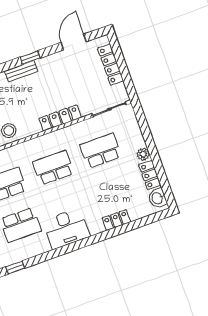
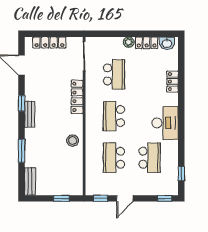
school desk: (101, 151) -> (114, 74), turned 180

